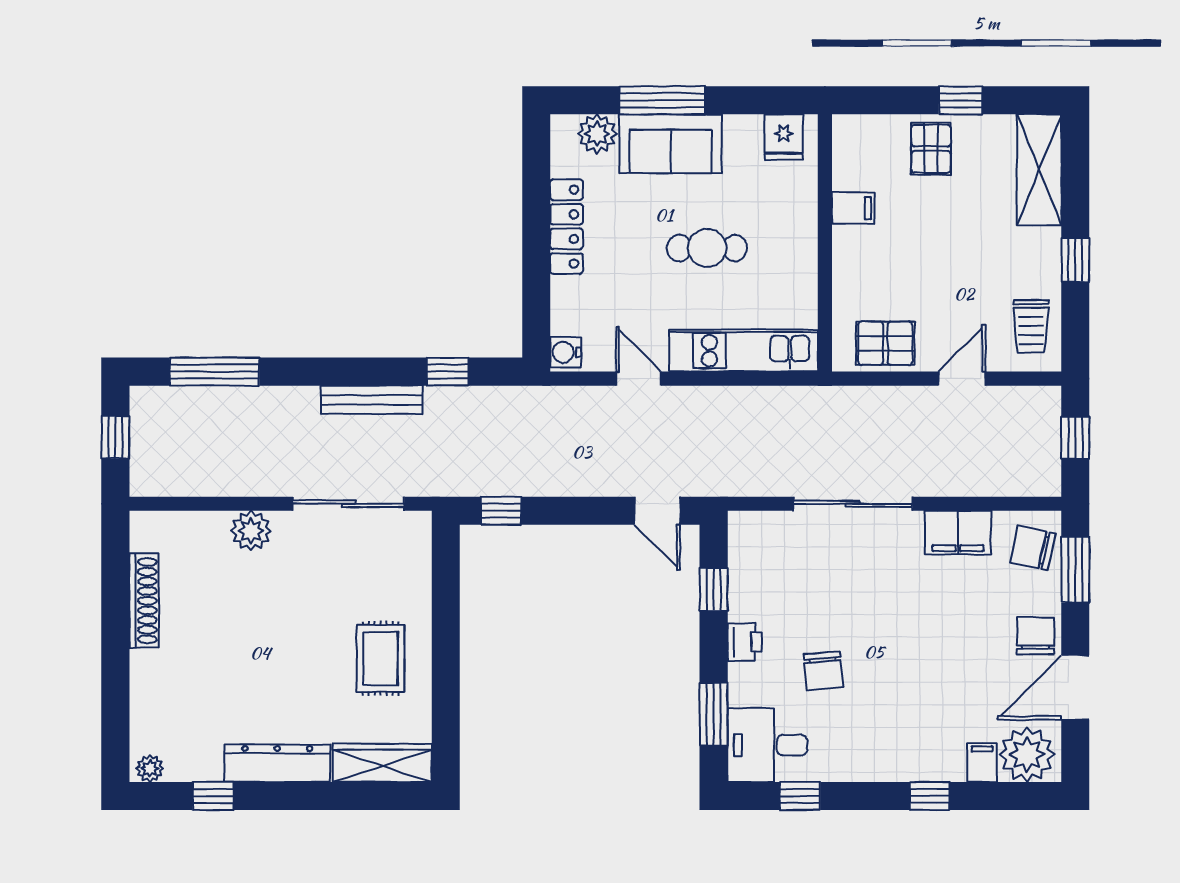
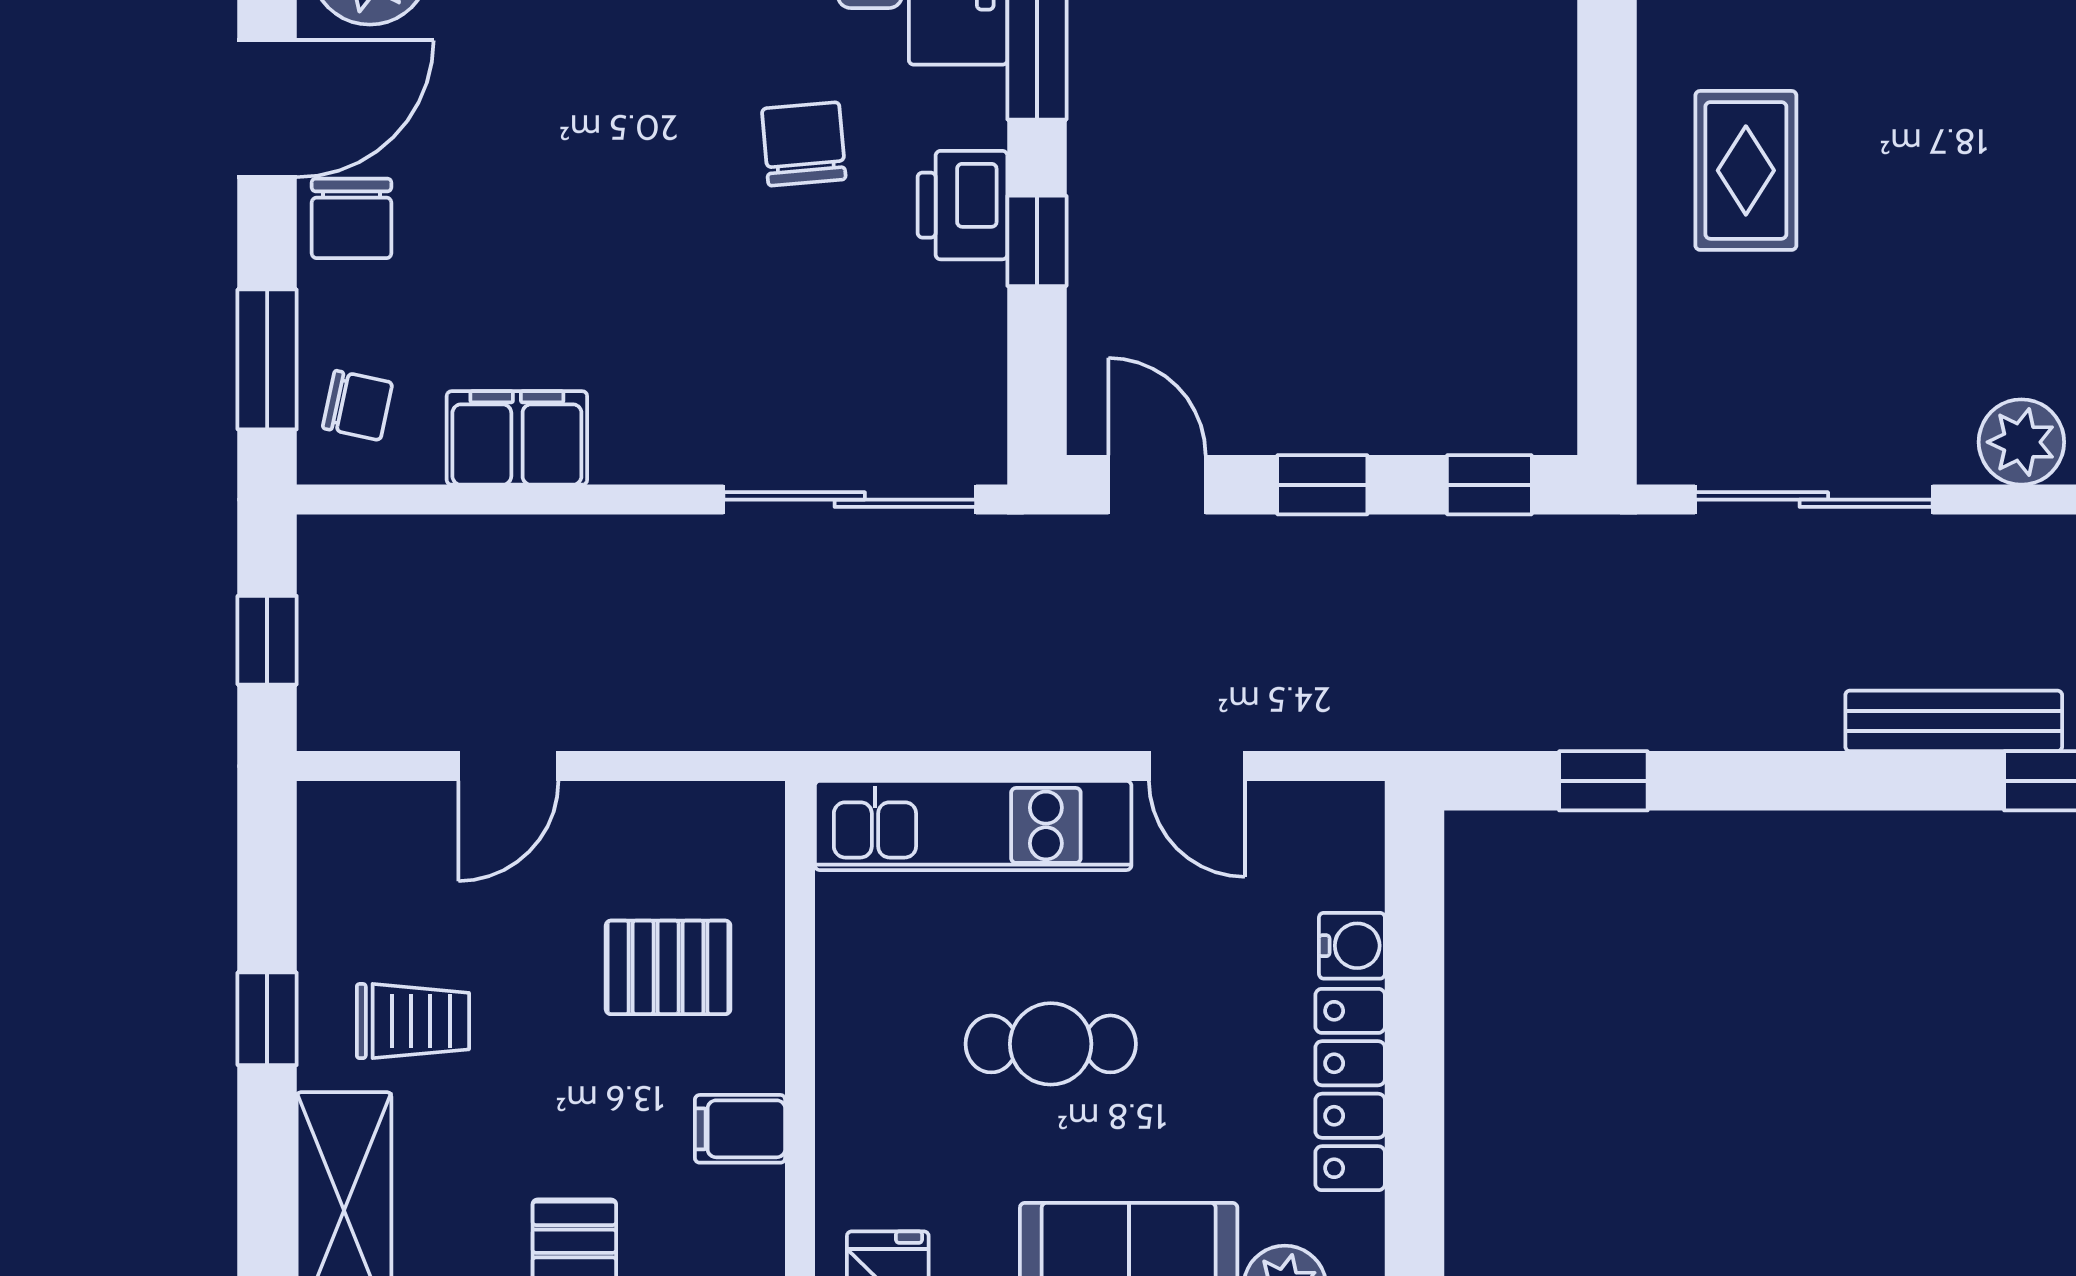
trolley: (1031, 327) -> (413, 1021), moved, turned 90
pallet: (885, 343) -> (668, 967), moved
water cooler: (566, 352) -> (1352, 946), moved
bench: (372, 400) -> (1954, 721), moved
sliding door: (853, 504) -> (850, 500), moved
window: (580, 511) -> (1322, 485), added
chair: (1033, 548) -> (358, 405), width x0.73, depth x0.73
window: (714, 589) -> (1037, 241), moved
printer: (745, 642) -> (962, 205), width x1.36, depth x1.24

